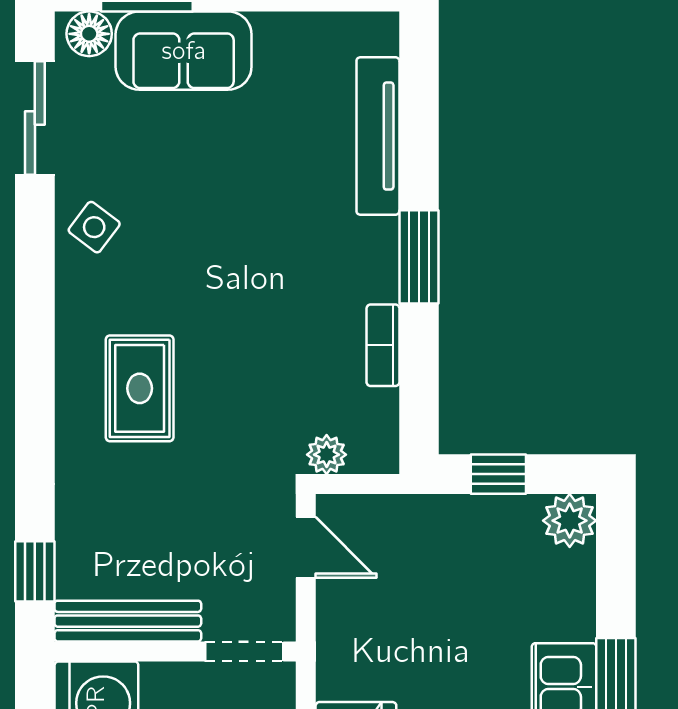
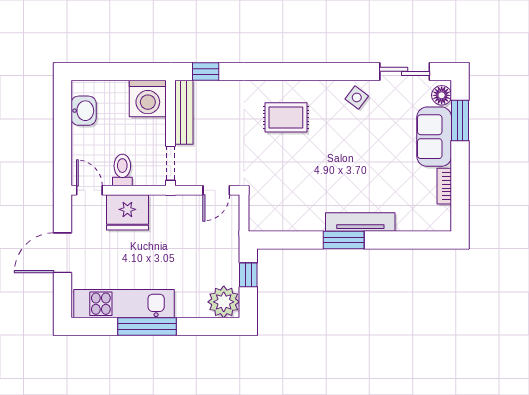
tv unit: (378, 136) -> (360, 222), moved
bookcase: (383, 345) -> (444, 186), moved, turned -90
plant: (327, 455) -> (257, 199), removed
plant: (570, 521) -> (224, 302), width x1.36, depth x1.36

